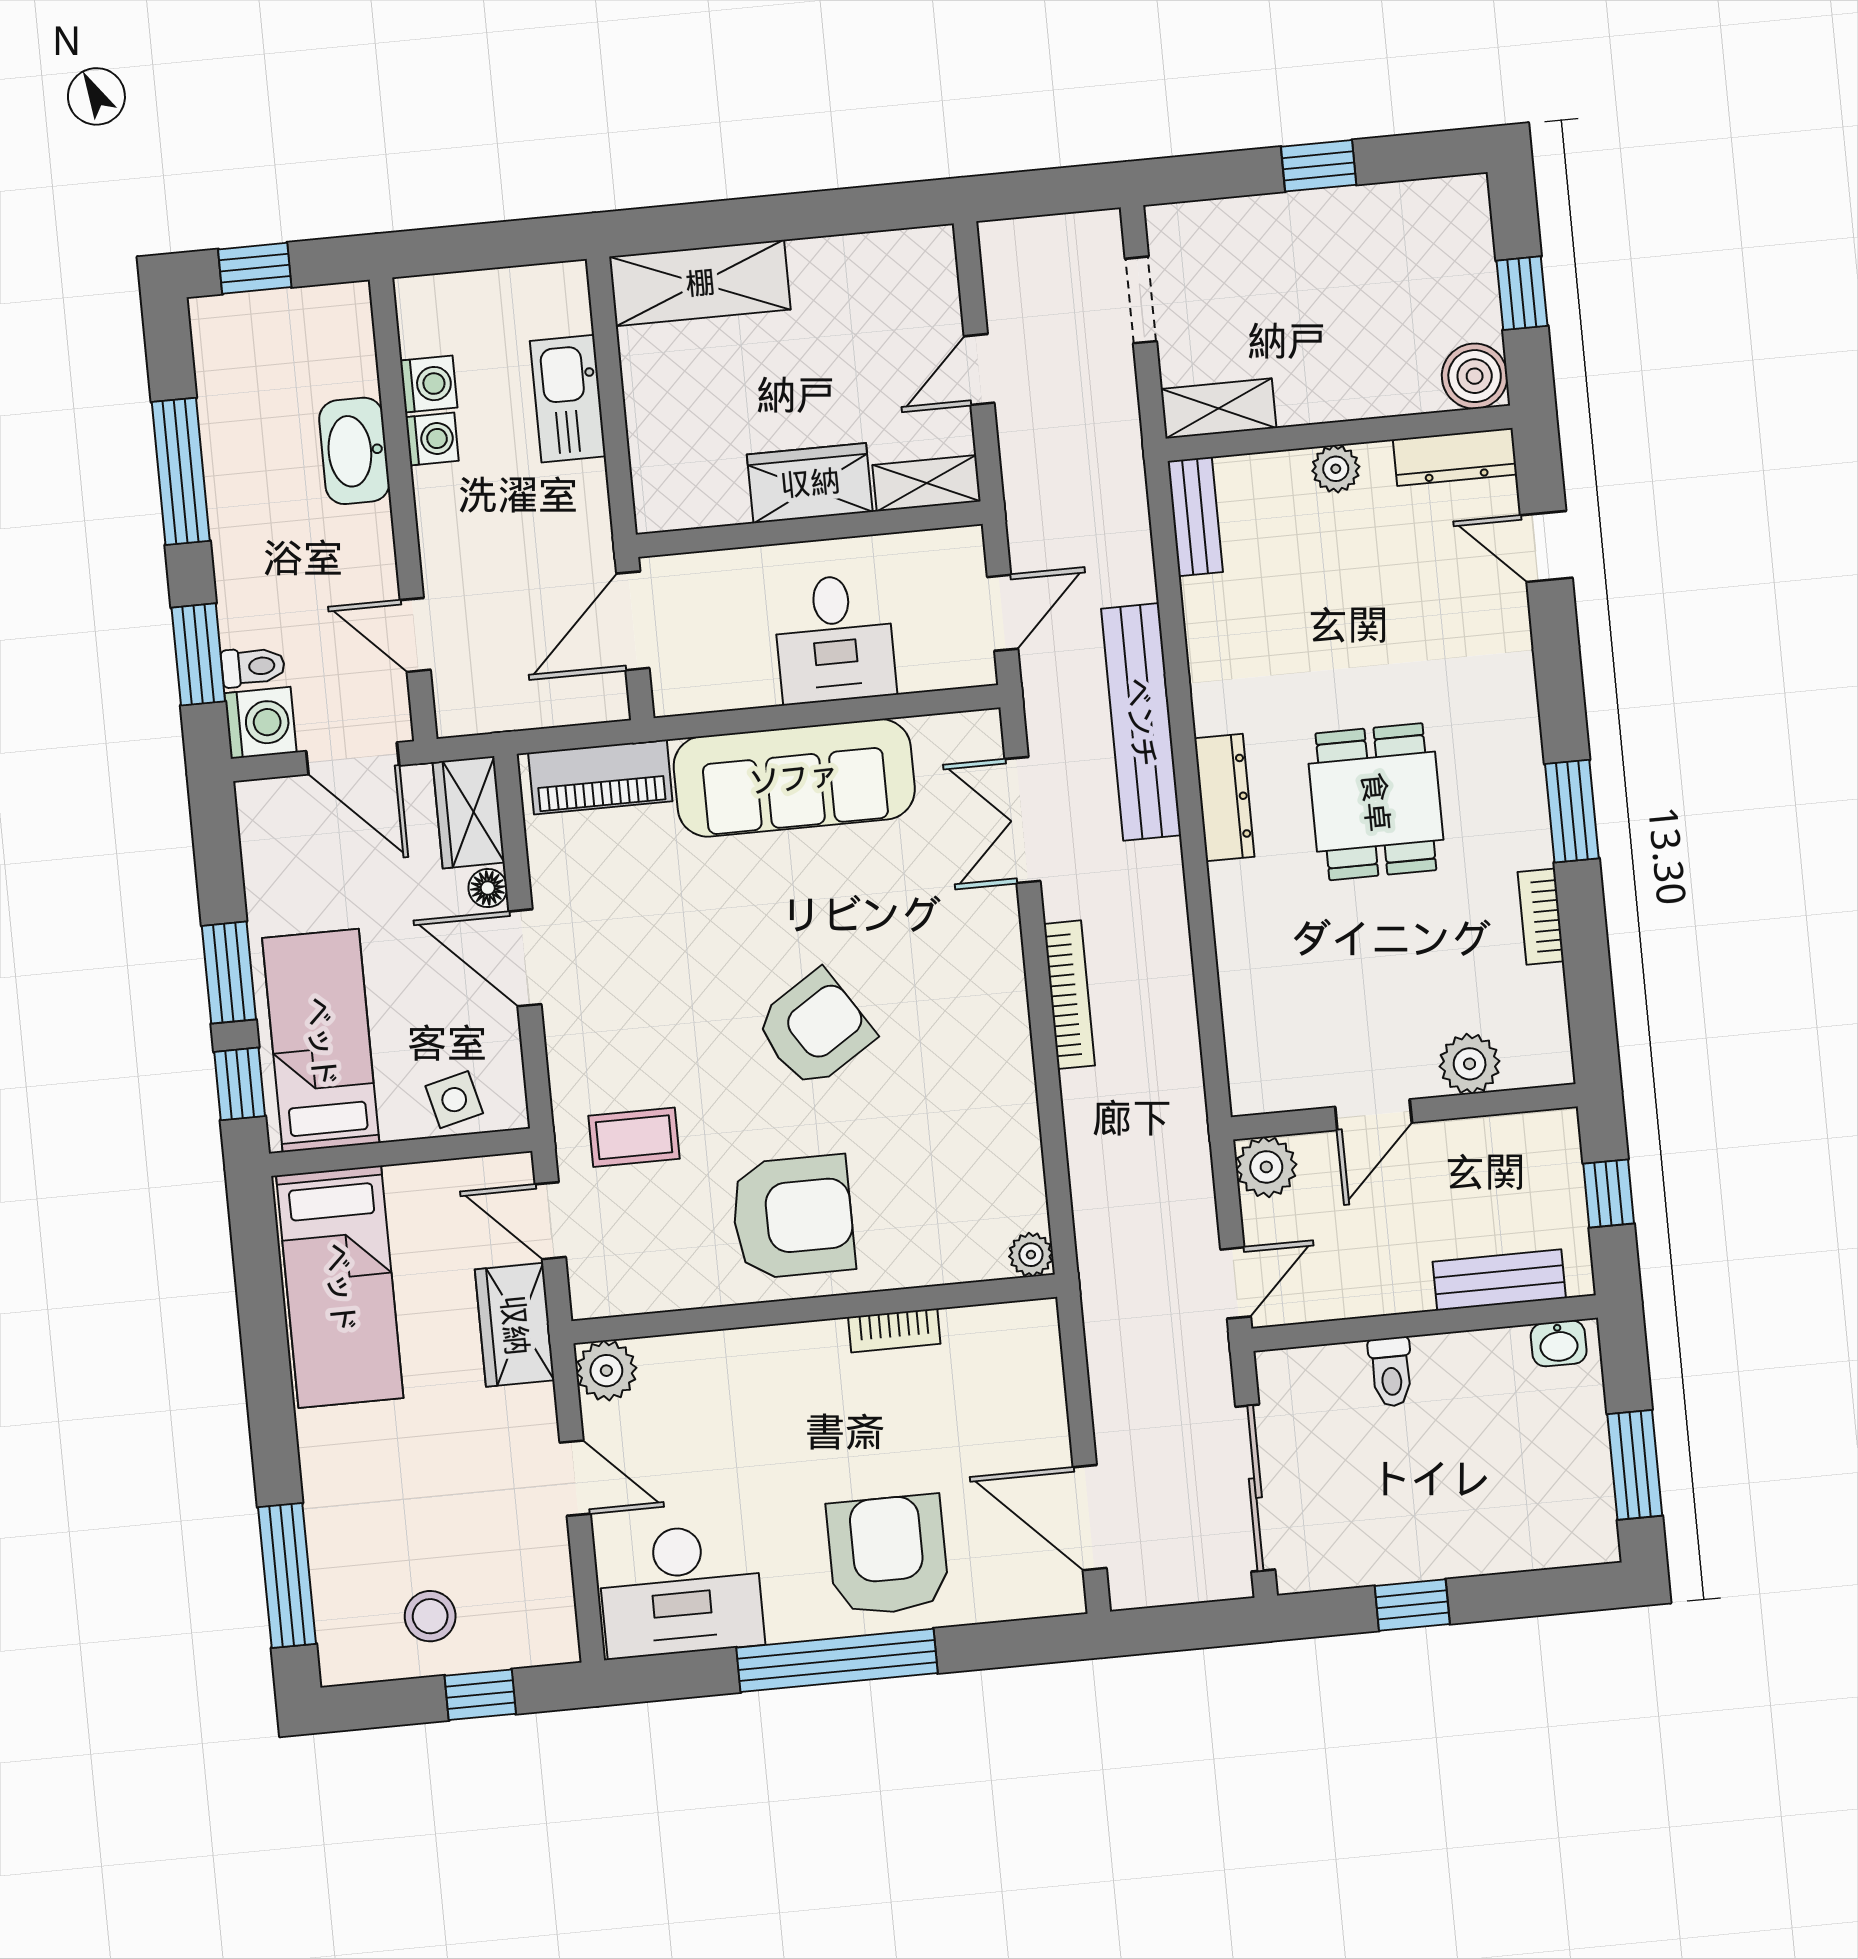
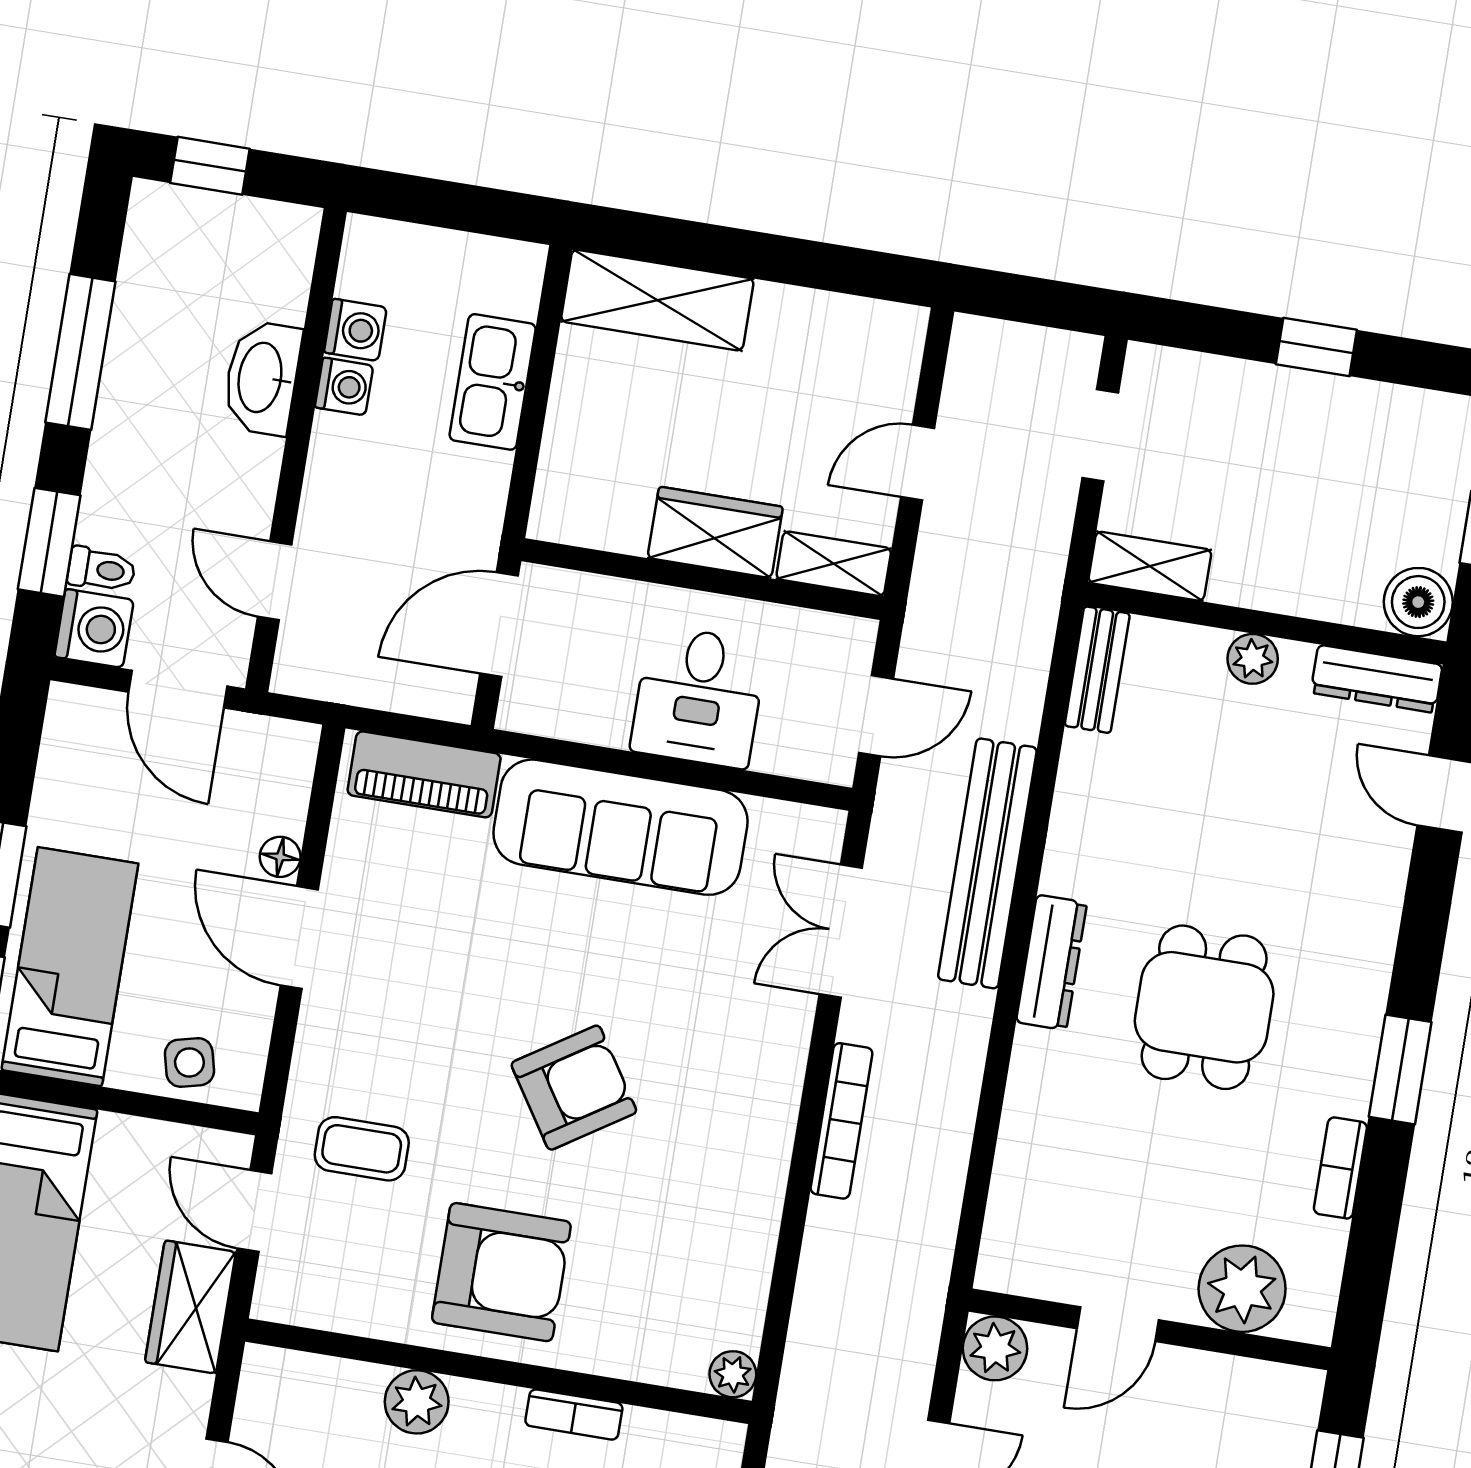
wardrobe: (469, 812) -> (281, 775), removed
plant: (1470, 1064) -> (1242, 1289), width x1.36, depth x1.36
plant: (606, 1371) -> (417, 1402), moved

